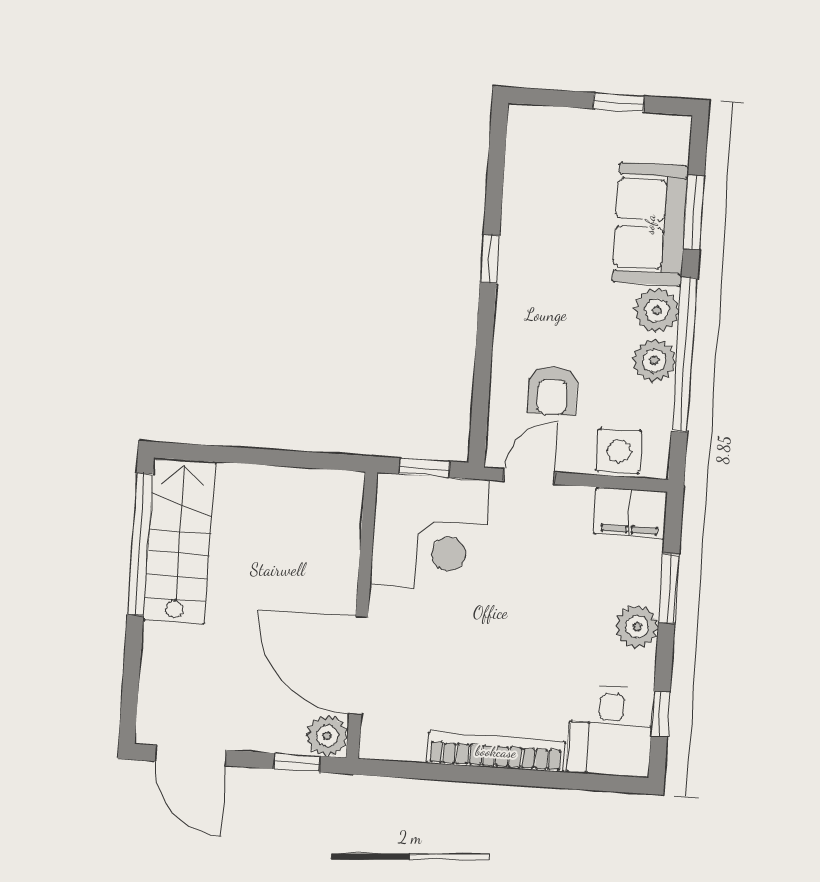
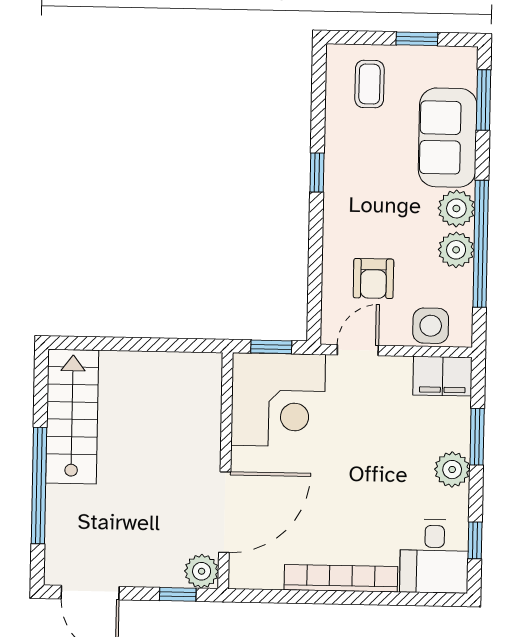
coffee table: (559, 154) -> (370, 84), added
window: (694, 212) -> (484, 100), moved
window: (140, 544) -> (39, 485), moved
door: (358, 665) -> (225, 512), swing flipped

